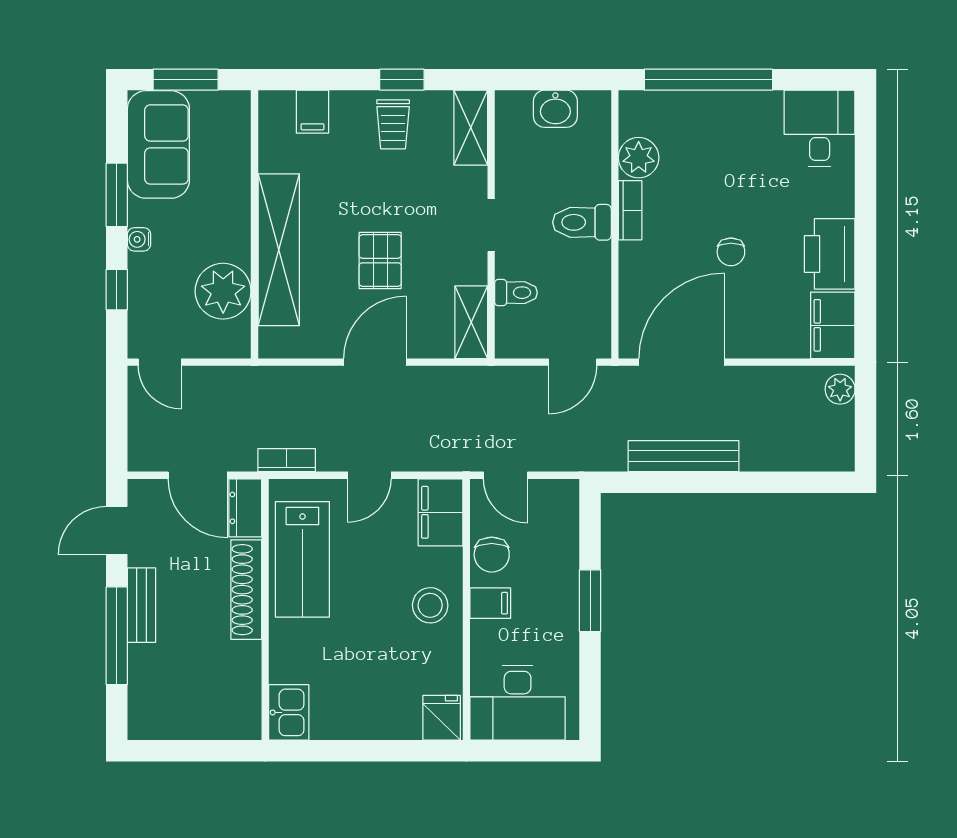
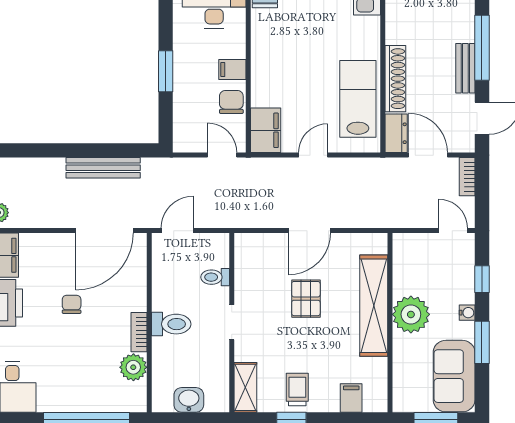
plant: (223, 291) -> (411, 314), moved
shelving: (471, 322) -> (245, 257), removed
bookcase: (287, 460) -> (467, 177), moved, turned 90
stool: (430, 605) -> (273, 68), removed

